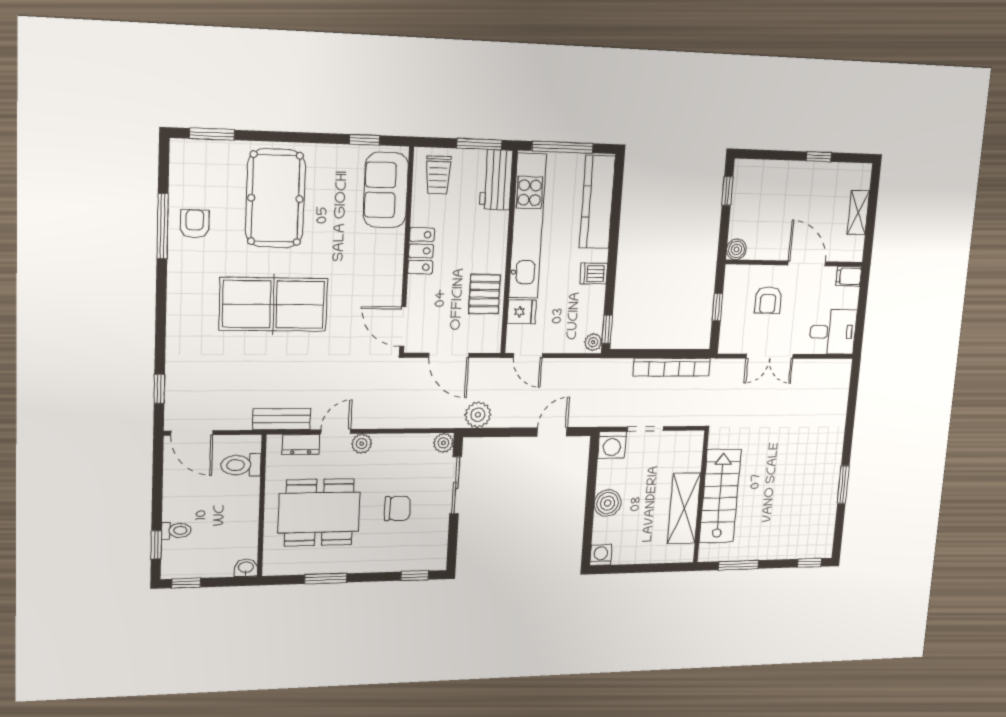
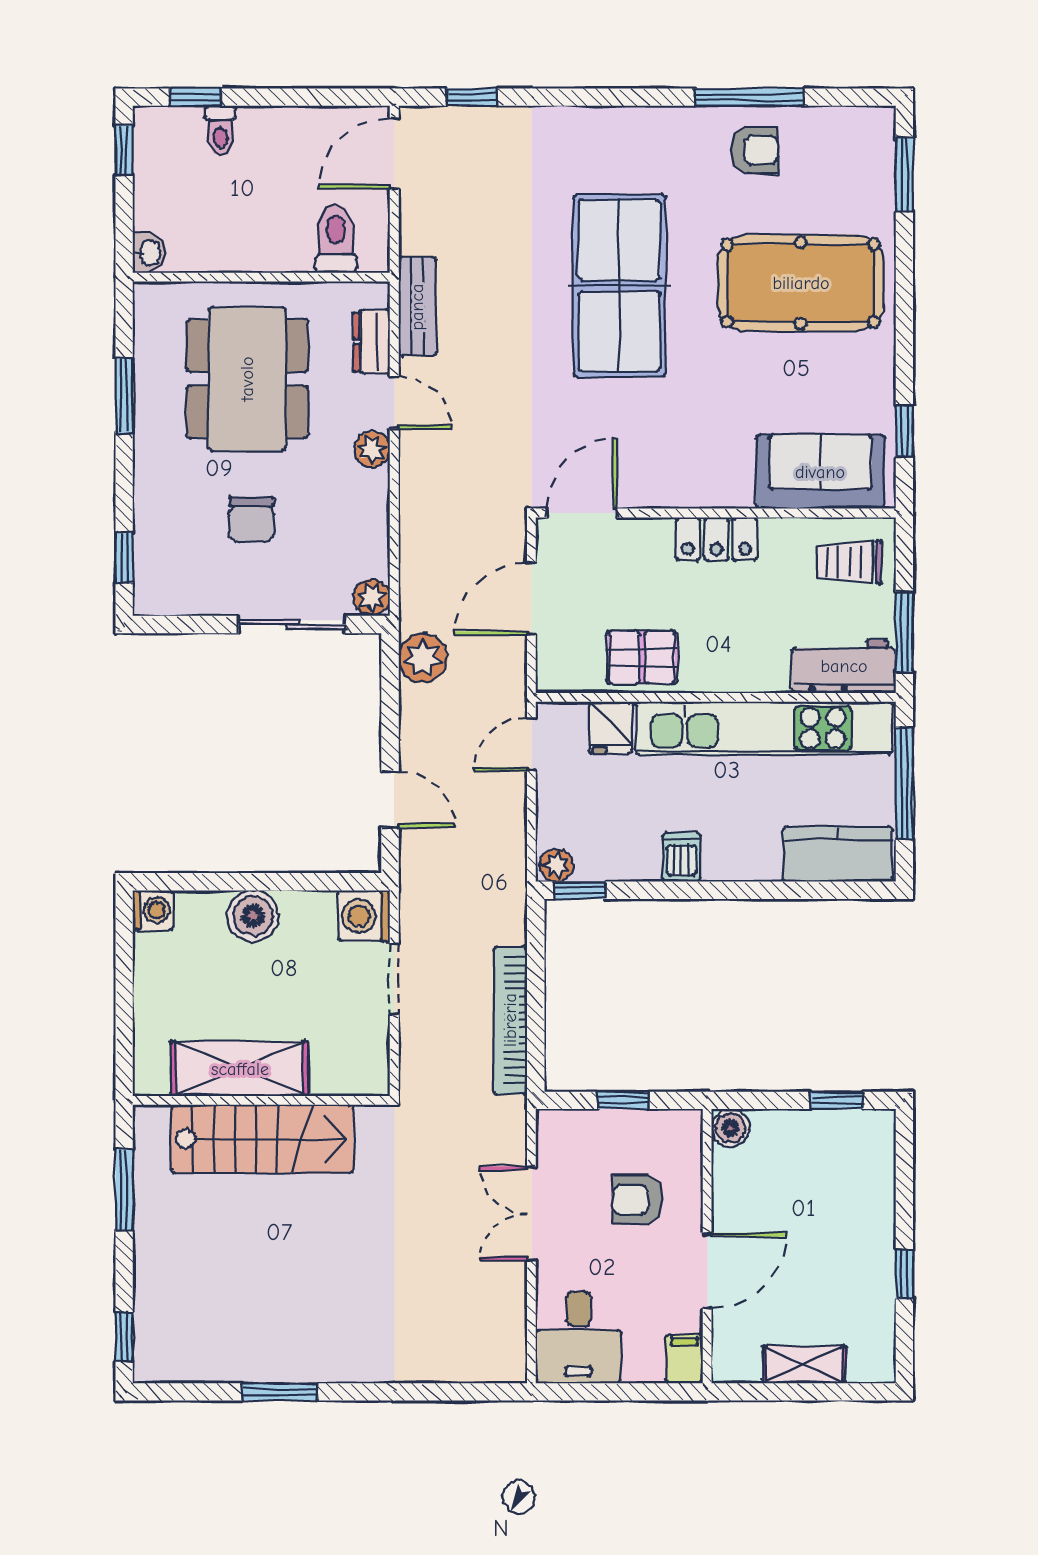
kitchen counter: (597, 202) -> (838, 854), width x0.67

